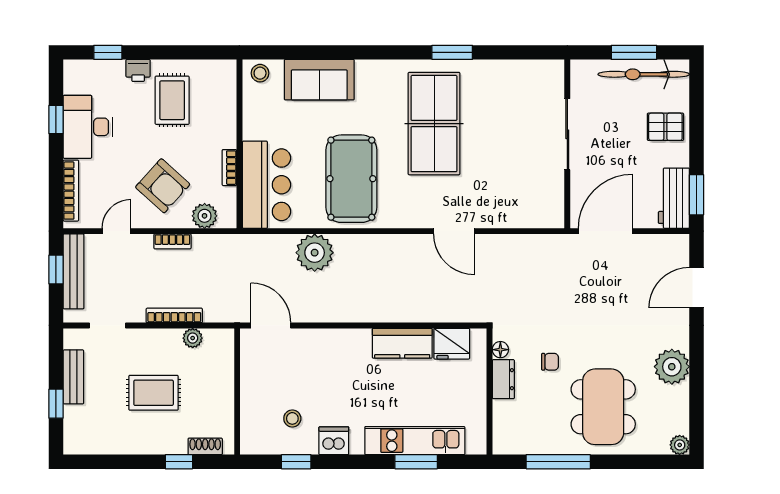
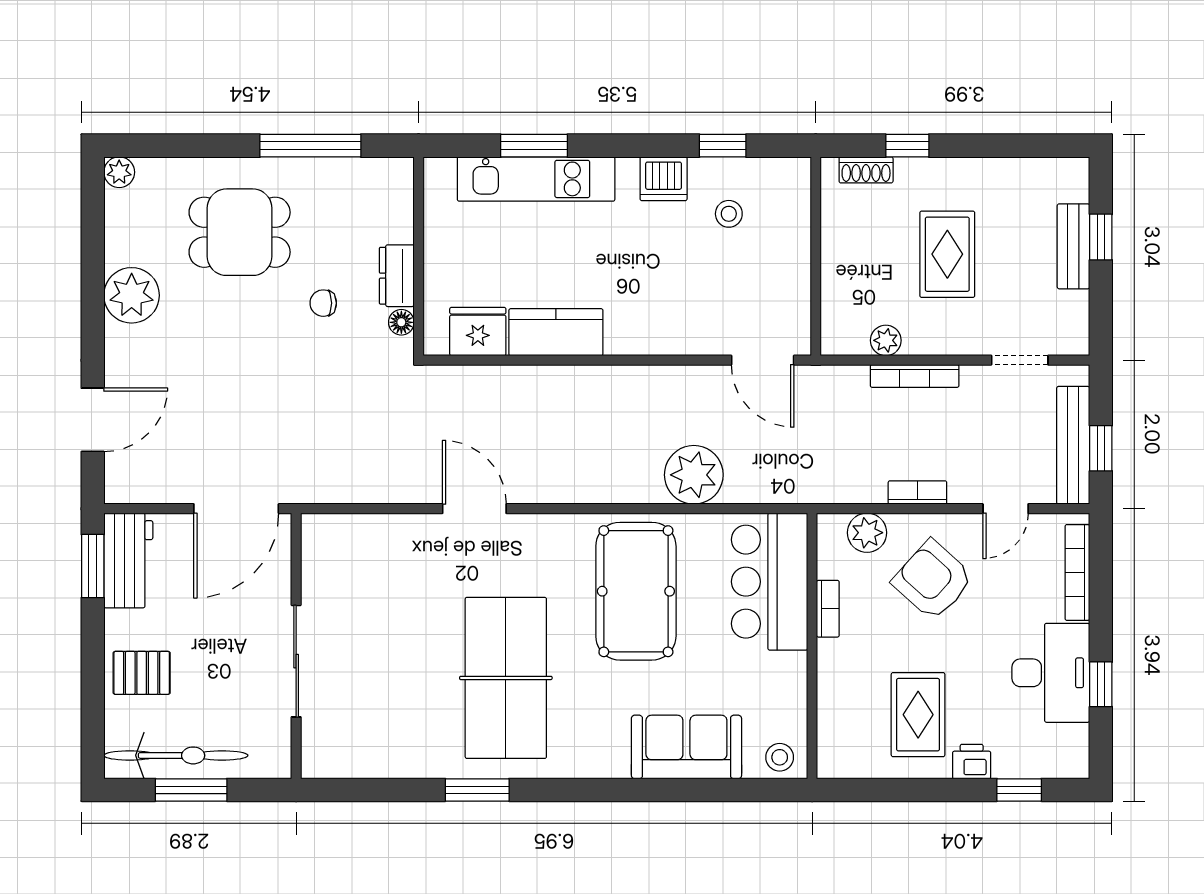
bench: (73, 377) -> (1073, 246), moved
rug: (154, 393) -> (947, 254), turned 90
dining table: (603, 407) -> (240, 232), width x0.73

